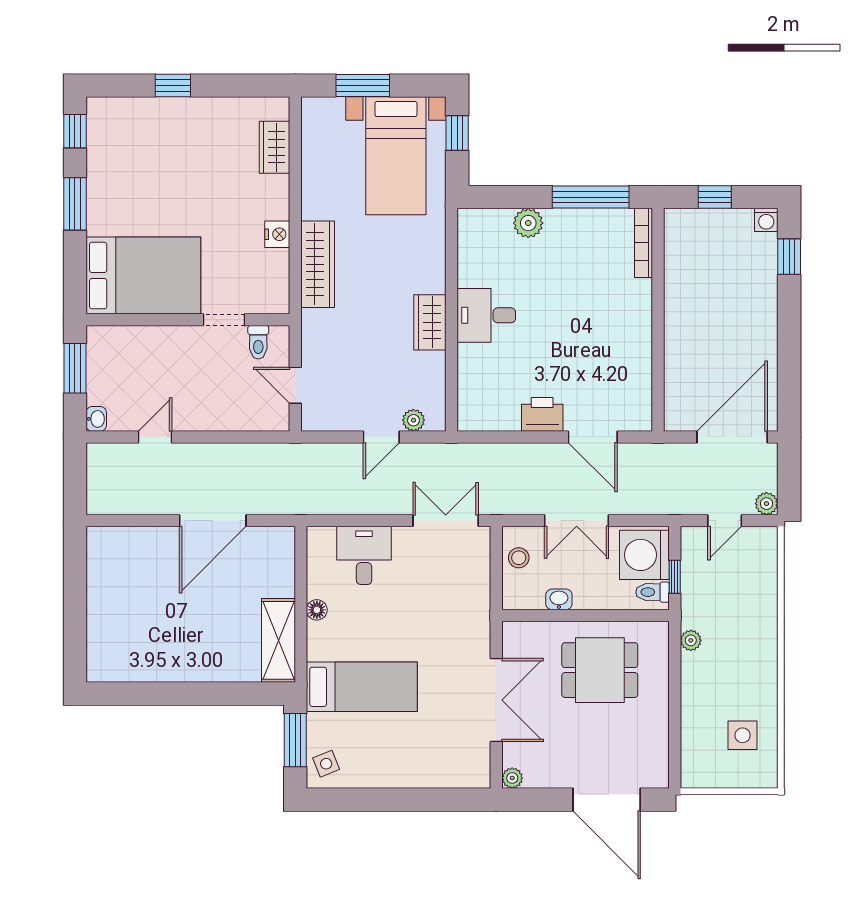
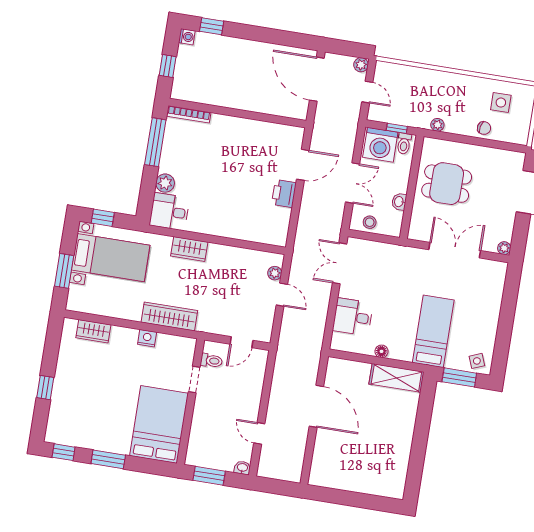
desk: (486, 315) -> (169, 212), moved, turned 90
wardrobe: (430, 322) -> (189, 249), moved
dining table: (600, 670) -> (447, 184), turned 90
chair: (698, 715) -> (484, 128), added

